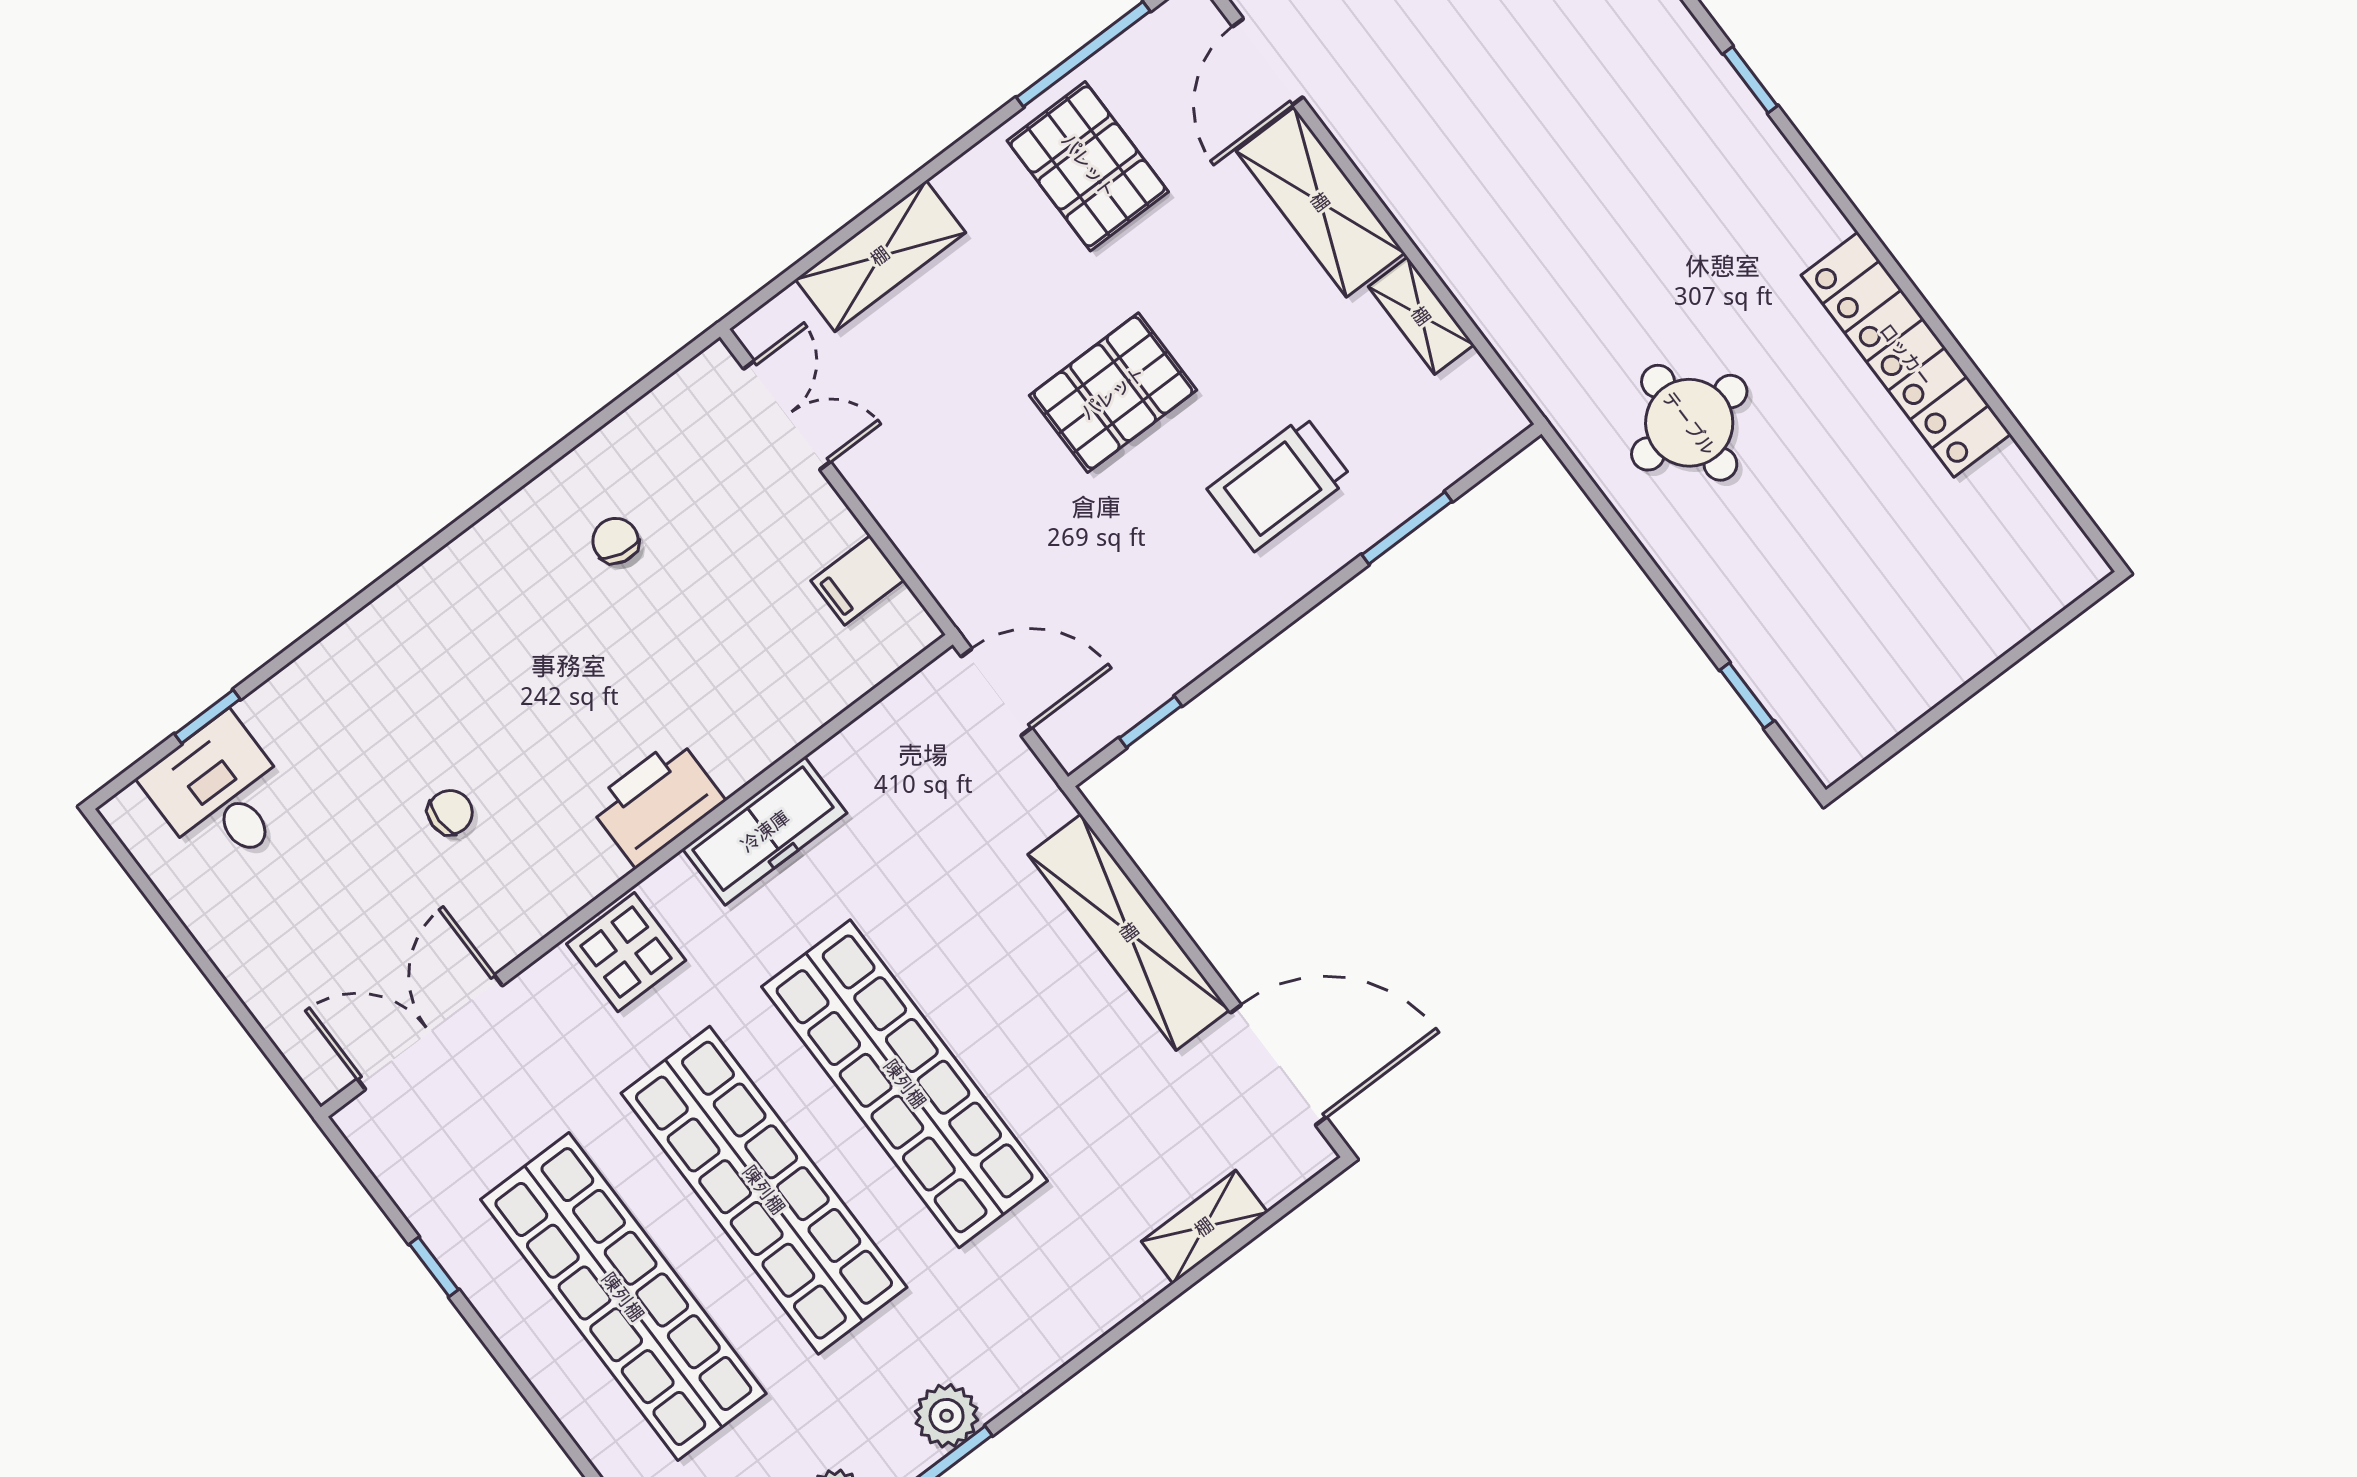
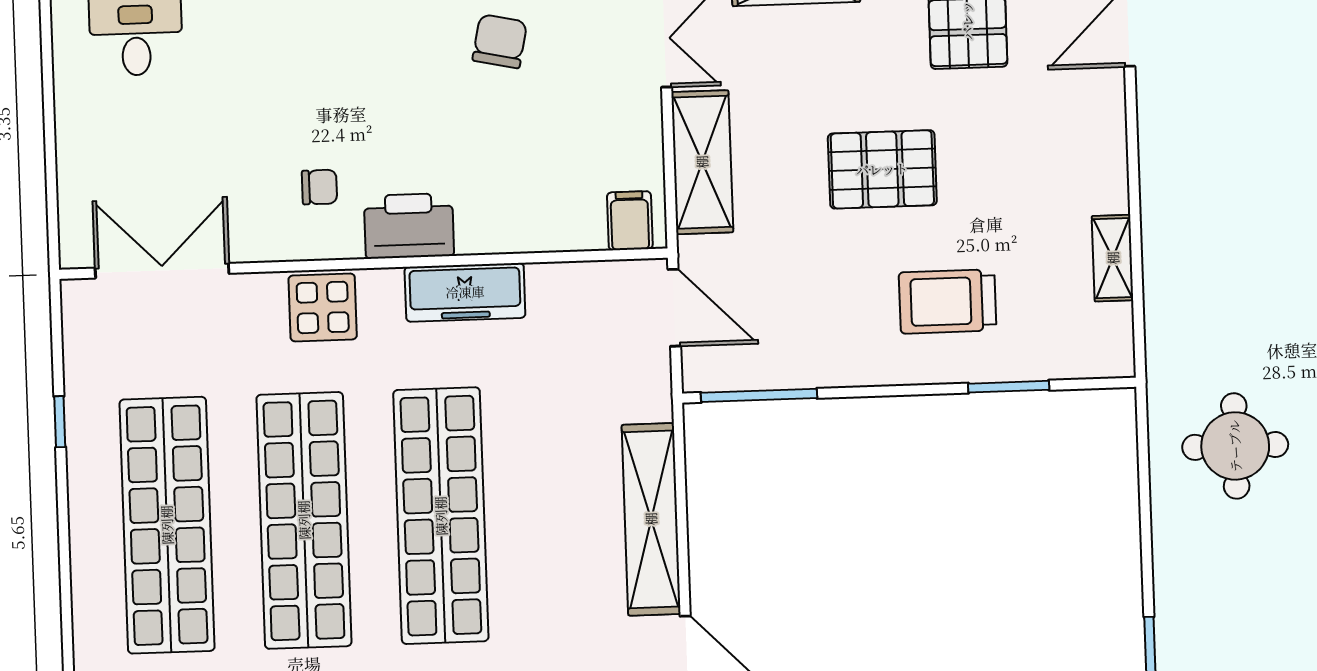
shelving: (1320, 202) -> (702, 162), moved
chair: (616, 541) -> (500, 41), width x1.37, depth x1.37
filing cabinet: (858, 580) -> (630, 221), moved, turned 90
window: (1151, 722) -> (759, 395), width x2.17
chair: (450, 812) -> (319, 187), moved

